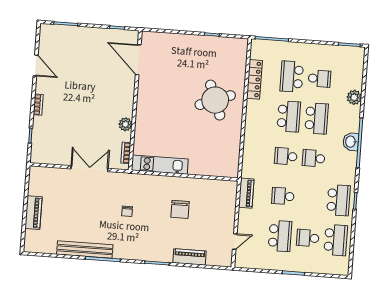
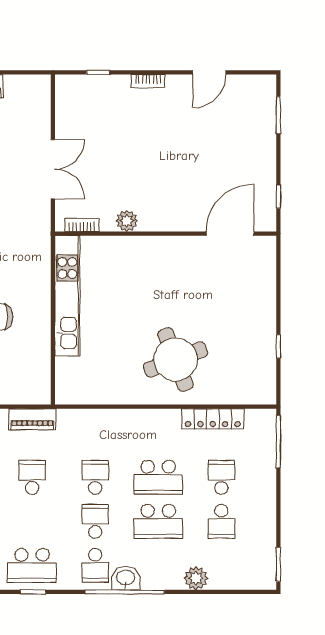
school desk: (292, 77) -> (221, 477), width x0.54
school desk: (341, 160) -> (95, 565), added
kitchen unit: (160, 165) -> (67, 296), width x1.36

